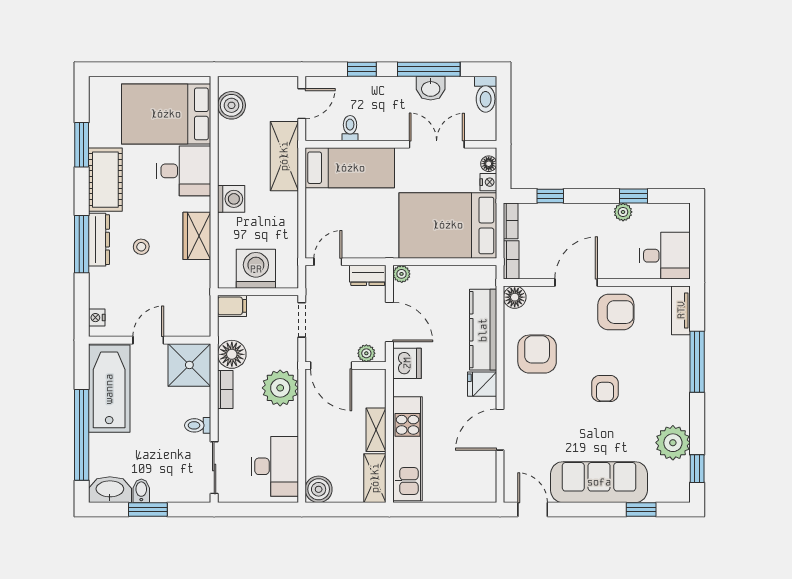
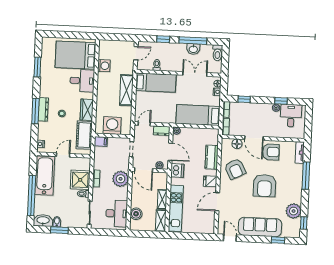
boiler: (231, 105) -> (105, 53), removed
shelving: (284, 156) -> (126, 90), moved
cot: (105, 180) -> (84, 135), moved
washing machine: (231, 199) -> (104, 66), moved
bed: (448, 225) -> (198, 115), width x0.67
desk: (665, 256) -> (291, 116), moved, turned -90
door: (576, 283) -> (254, 138), swing flipped
floor lamp: (515, 297) -> (237, 144), moved
kitchen counter: (483, 330) -> (212, 157), width x0.67
floor lamp: (232, 354) -> (100, 163), removed
armchair: (537, 354) -> (235, 169), turned 153
shower: (189, 365) -> (80, 180), moved
armchair: (605, 389) -> (265, 186), width x1.88, depth x1.88
boiler: (319, 489) -> (136, 214), moved

